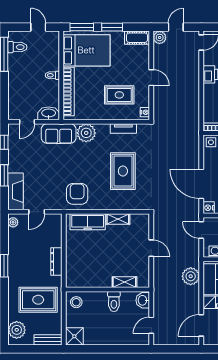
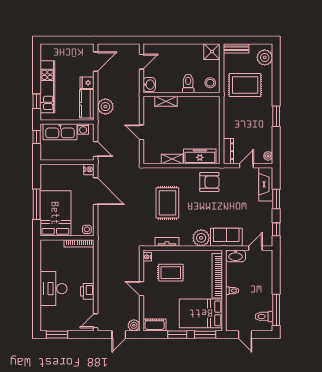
armchair: (77, 194) -> (209, 182), turned -90
dresser: (56, 262) -> (228, 151), moved
toilet: (114, 301) -> (188, 83), moved

